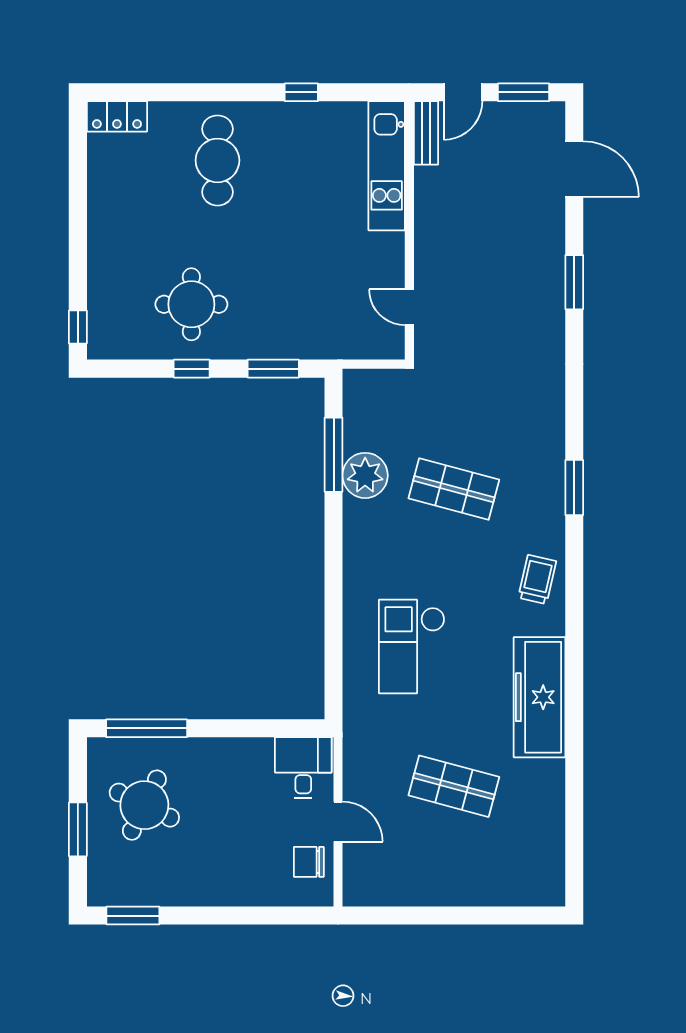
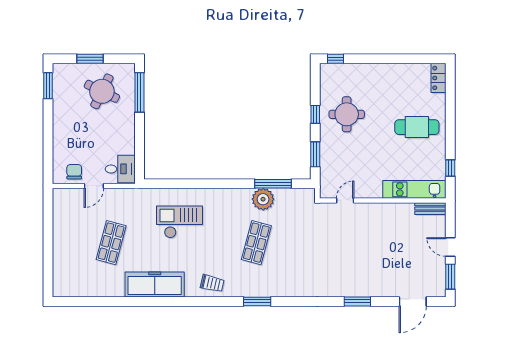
bench: (426, 133) -> (430, 209), moved
kitchen unit: (387, 166) -> (414, 189), moved
wall: (409, 230) -> (383, 200), moved
door: (409, 307) -> (345, 200), moved

